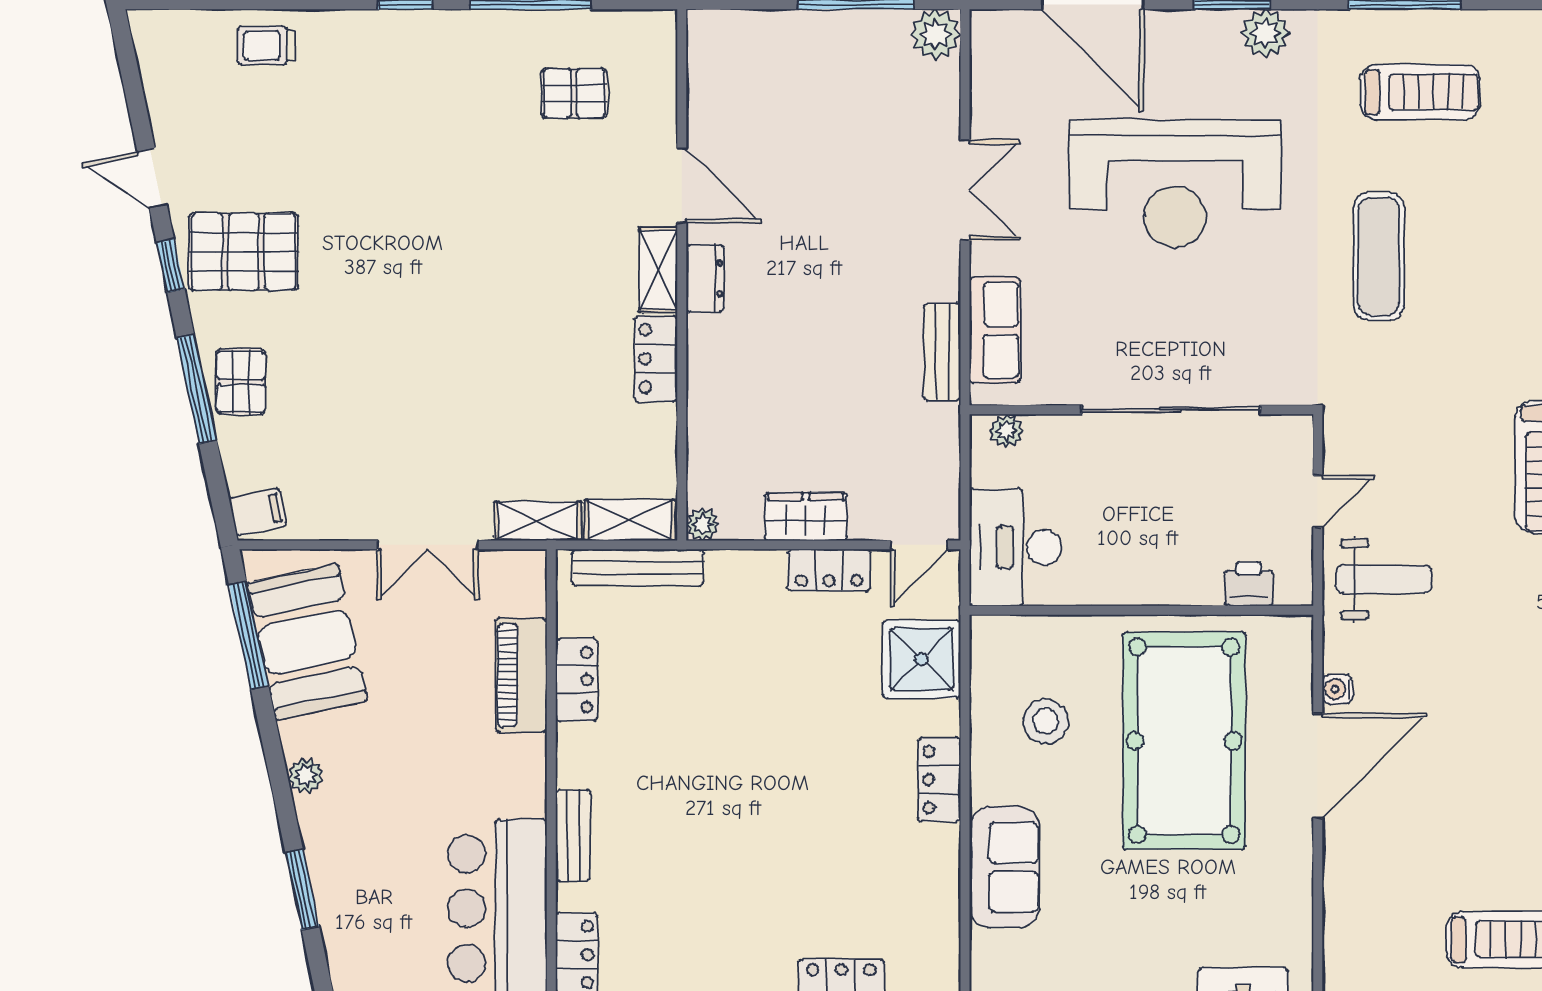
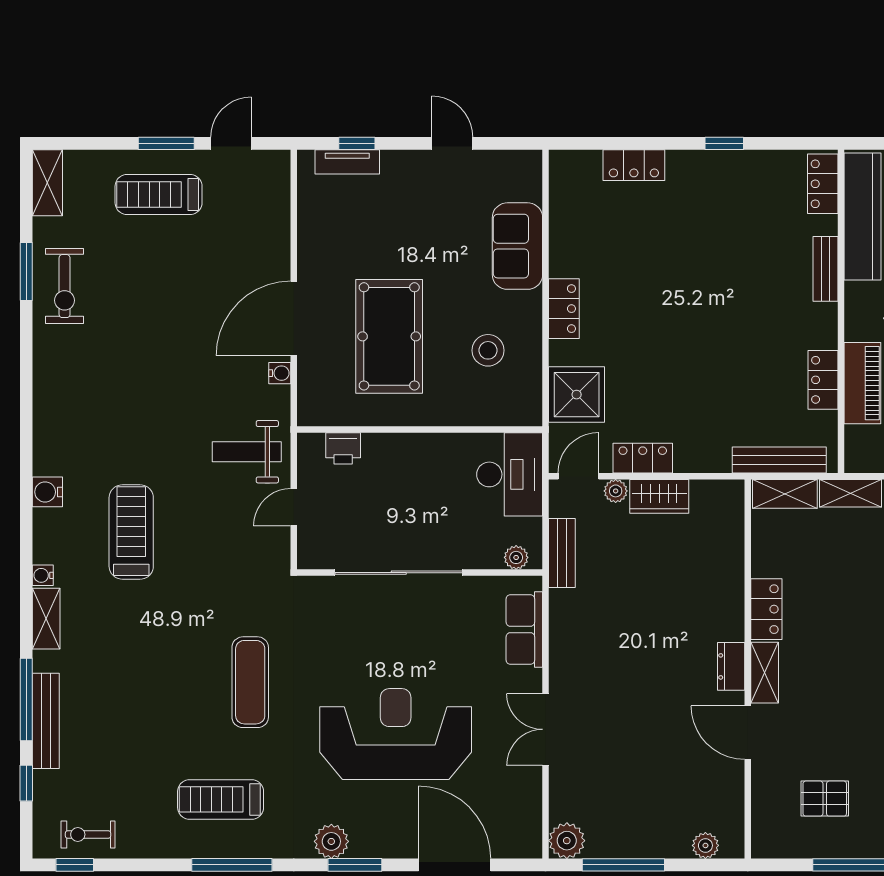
plant: (741, 28) -> (705, 845), added
bench: (942, 352) -> (562, 553), moved
plant: (703, 524) -> (616, 491), moved
pool table: (1184, 741) -> (389, 336), width x0.73, depth x0.76

